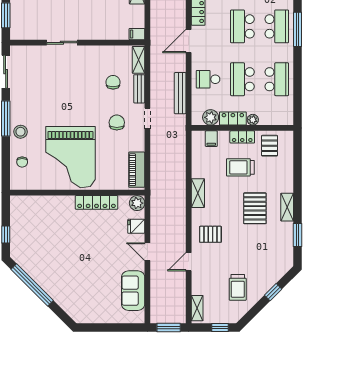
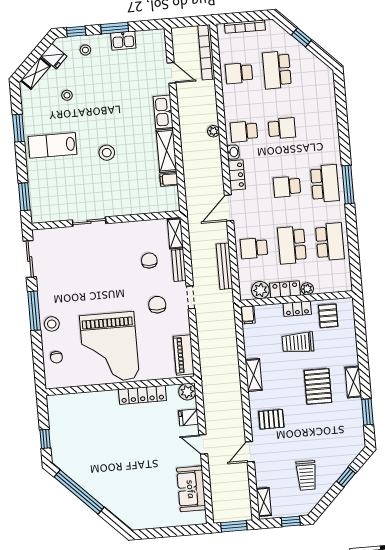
school desk: (242, 26) -> (287, 187), width x0.54
filing cabinet: (137, 34) -> (169, 180), moved
filing cabinet: (211, 139) -> (248, 315), moved

